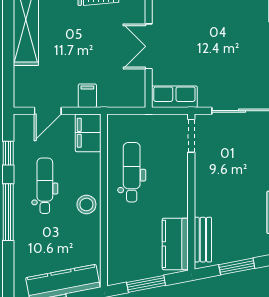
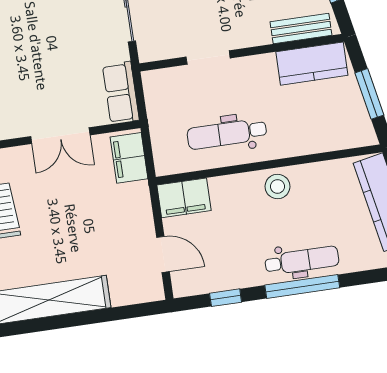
filing cabinet: (87, 96) -> (129, 158), moved, width x2.00
doorway: (191, 136) -> (208, 58), moved
dental chair: (45, 186) -> (302, 260), moved, turned 180

